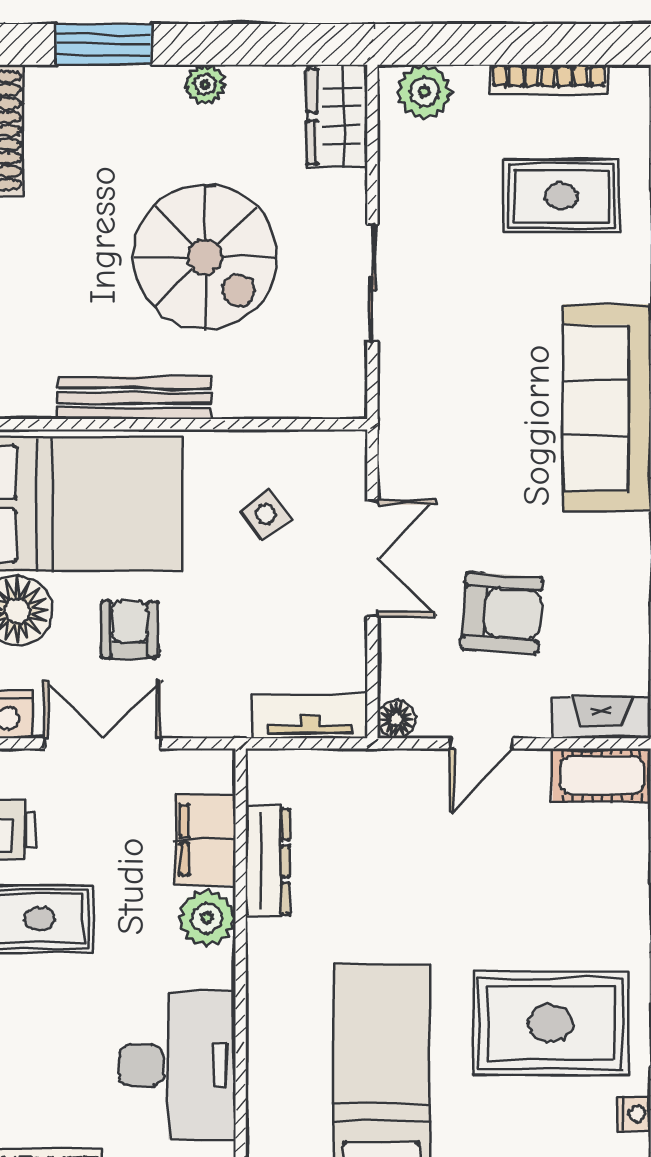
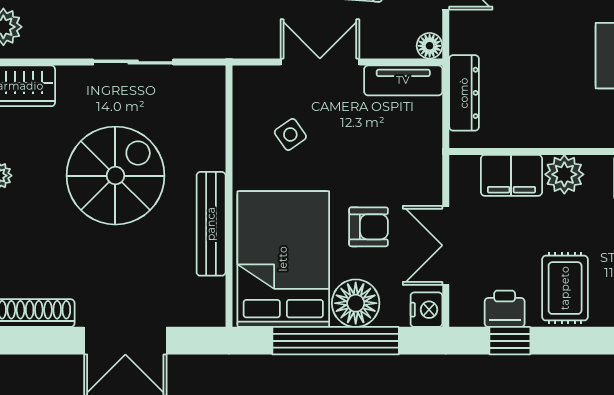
armchair: (130, 630) -> (369, 227), turned 180
tv unit: (310, 716) -> (403, 80), moved, turned -90
dresser: (267, 862) -> (464, 93), moved, turned 90

